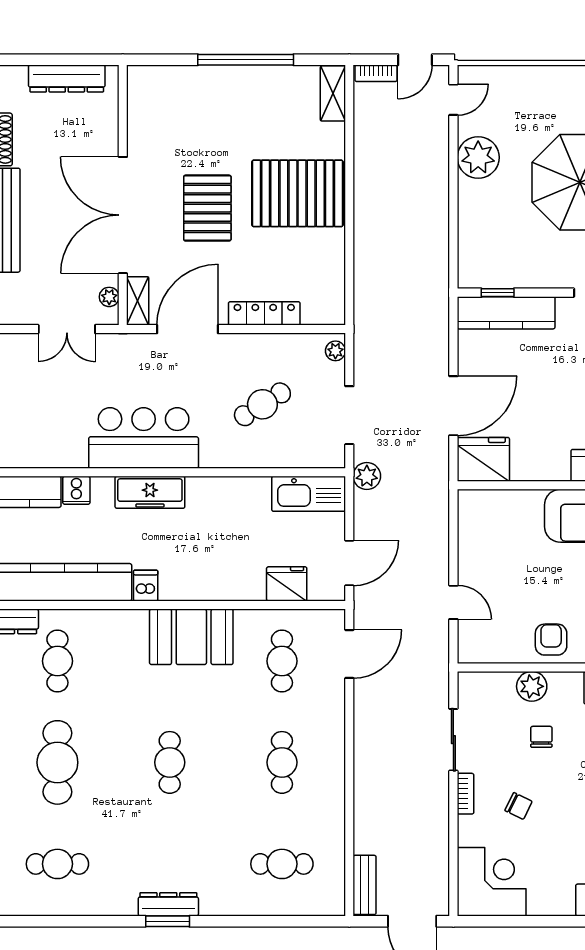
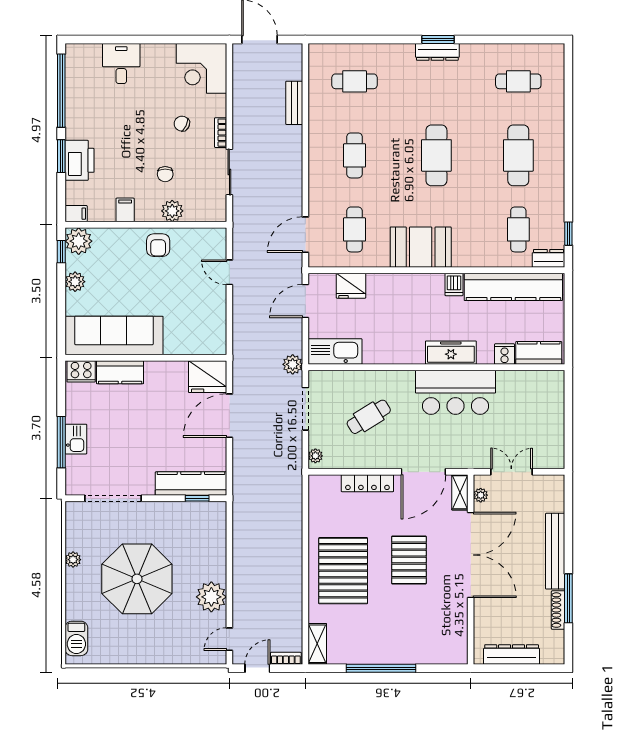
pallet: (297, 193) -> (343, 571), turned 90
cafe table: (170, 762) -> (436, 155), width x1.37, depth x1.35
bench: (365, 885) -> (294, 103), moved

